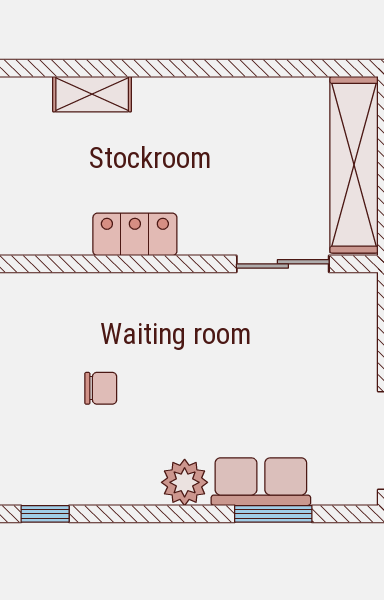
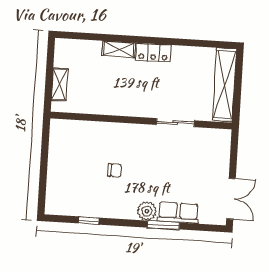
locker: (135, 234) -> (153, 53), moved, turned 180
sliding door: (283, 264) -> (175, 123), moved
window: (273, 514) -> (163, 225), moved

